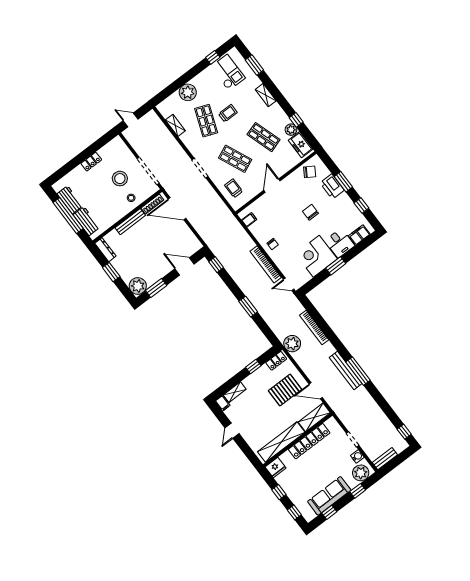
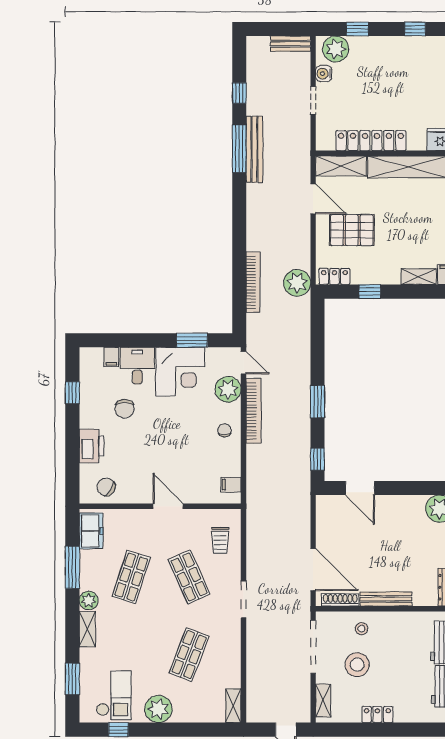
checkout: (228, 72) -> (114, 695), turned 180
plant: (188, 92) -> (158, 709), moved
trolley: (228, 113) -> (154, 643), removed
window: (296, 120) -> (72, 567), width x2.17
shelving: (175, 125) -> (233, 706), moved
plant: (291, 130) -> (89, 601), moved
shop shelf: (264, 137) -> (131, 577), turned 36
shelving: (123, 148) -> (323, 701), added
window: (343, 182) -> (72, 441), removed
door: (272, 186) -> (168, 506), swing flipped
chair: (310, 212) -> (125, 409), moved
filing cabinet: (359, 235) -> (111, 357), width x0.50
plant: (286, 265) -> (228, 389), added
window: (336, 266) -> (192, 340), moved
window: (156, 288) -> (418, 488), removed
window: (248, 307) -> (317, 402), moved
bench: (346, 370) -> (254, 149), moved
window: (358, 371) -> (239, 149), moved
window: (404, 432) -> (239, 93), moved
sofa: (329, 496) -> (399, 50), removed

